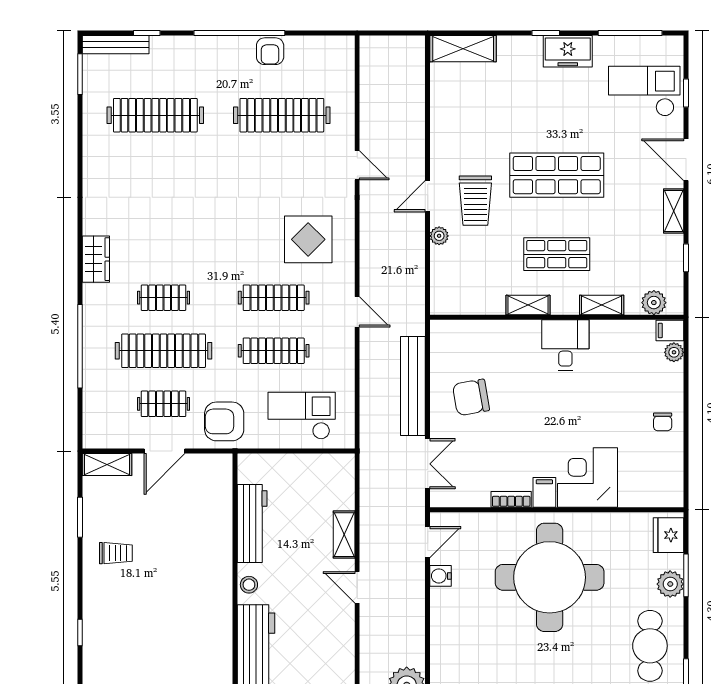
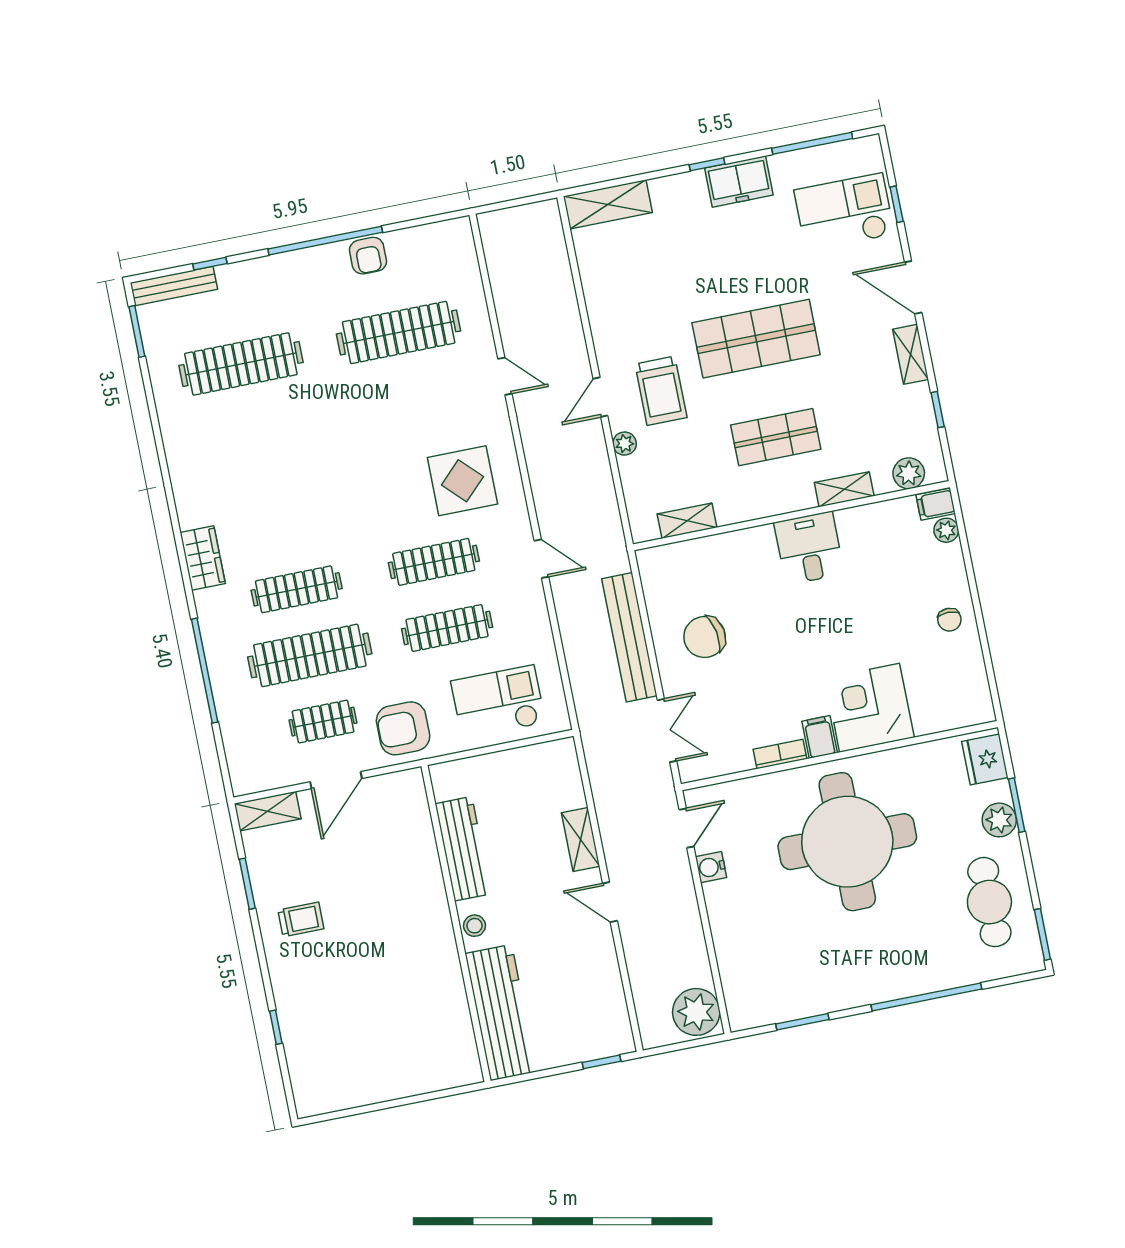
clothes rail: (164, 298) -> (297, 589), width x1.36
shelving: (528, 305) -> (687, 521), moved

